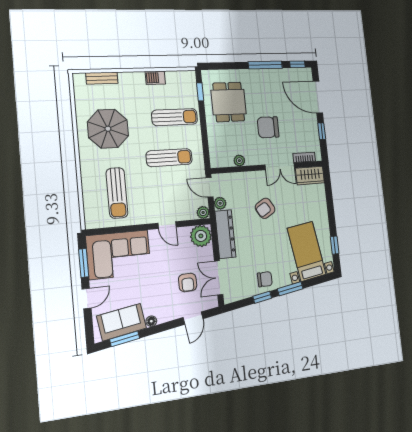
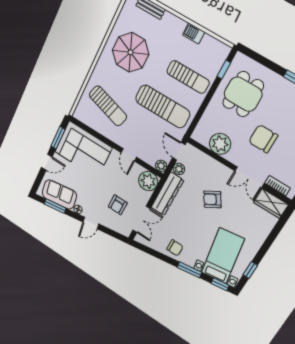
sun lounger: (169, 158) -> (163, 106), width x1.36, depth x1.34
plant: (239, 161) -> (220, 144), width x1.87, depth x1.87
sun lounger: (117, 193) -> (108, 106), turned -74
double door: (219, 278) -> (141, 219), swing flipped
window: (262, 297) -> (220, 284), moved
door: (193, 318) -> (91, 223), moved

